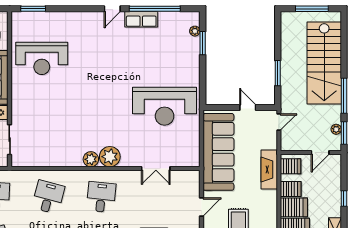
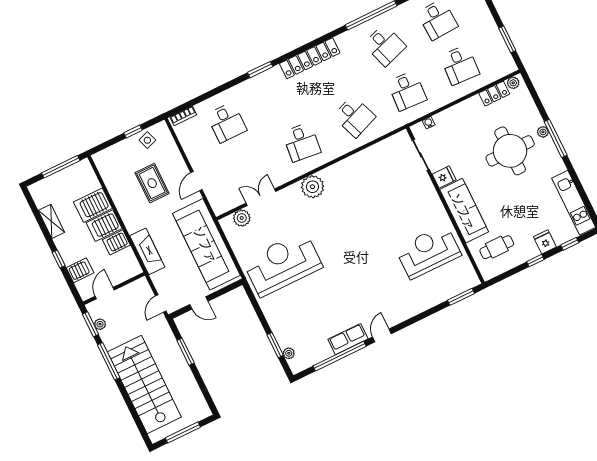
plant: (91, 159) -> (242, 218), moved
server rack: (291, 166) -> (80, 270), moved, turned 180
desk: (48, 197) -> (354, 116), turned -36

